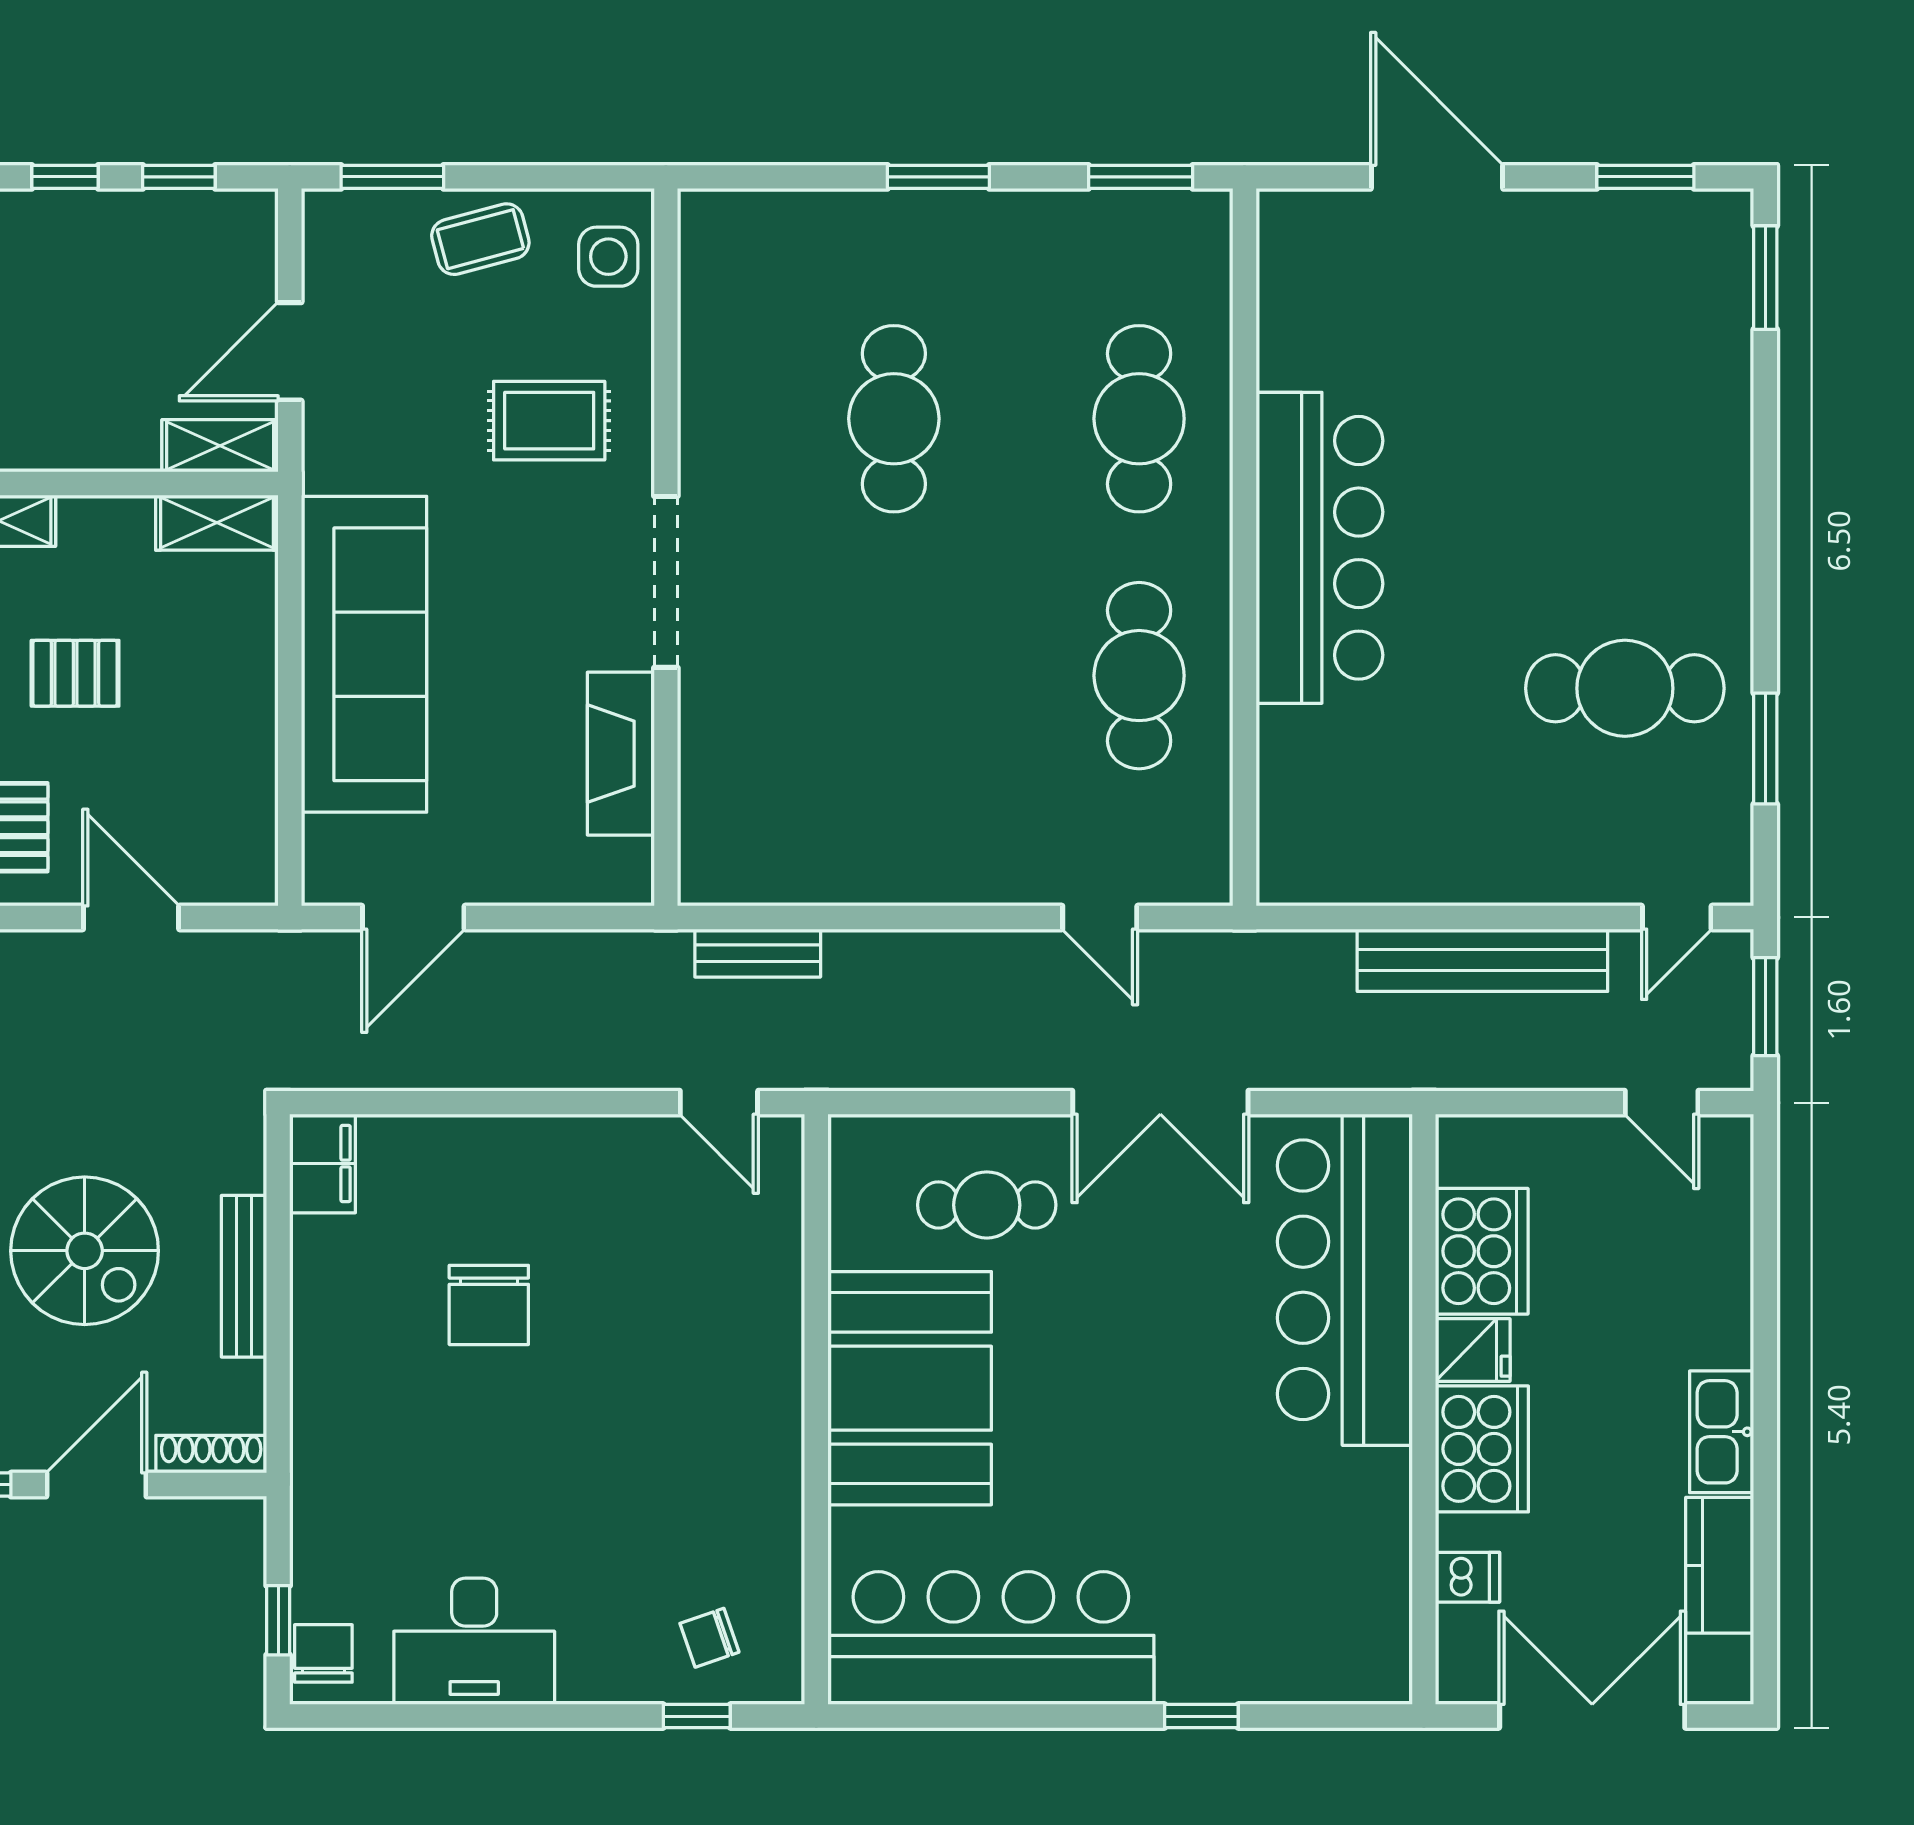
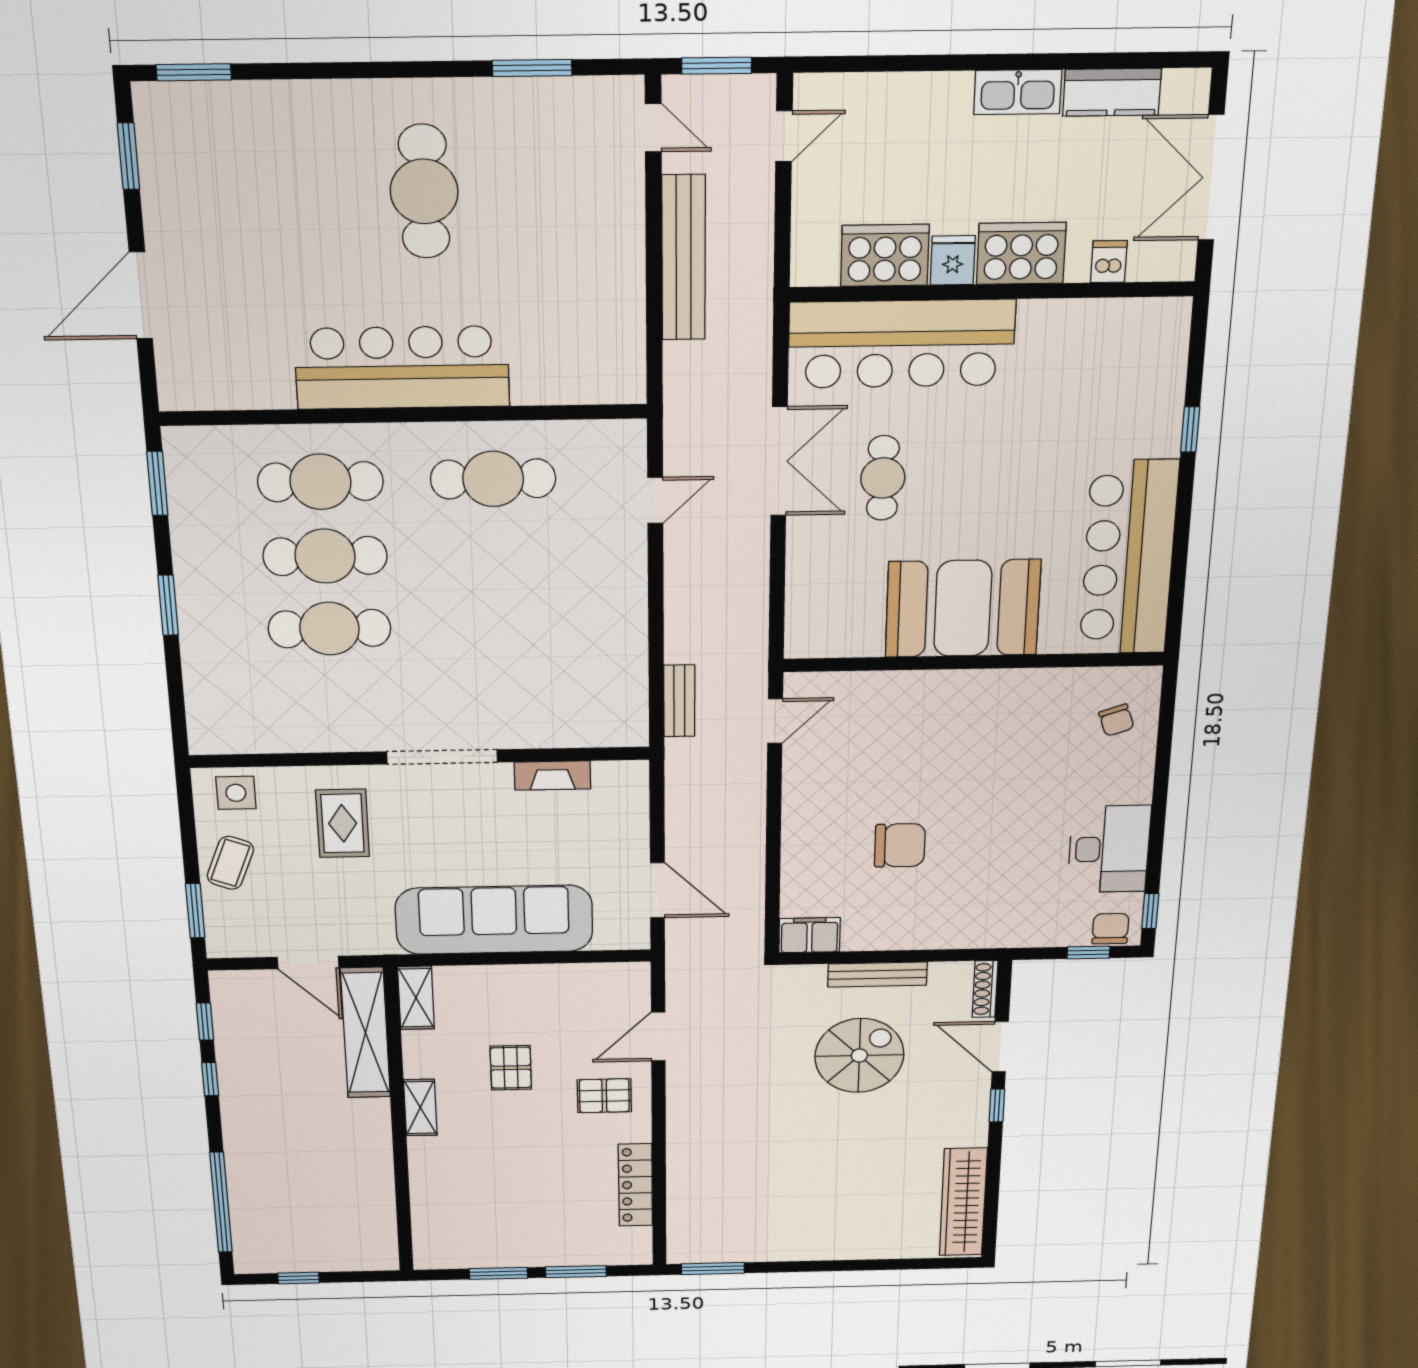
coffee table: (480, 239) -> (230, 863), turned 36
cafe table: (1016, 419) -> (325, 556), added
shelving: (220, 446) -> (365, 1033), width x2.20, depth x1.33
cafe table: (1625, 688) -> (424, 191), moved
fireplace: (621, 754) -> (552, 775), width x0.73, depth x0.76
cafe table: (987, 1205) -> (883, 478), moved
chair: (323, 1653) -> (1110, 929), turned 90
window: (697, 1716) -> (1150, 911), moved

